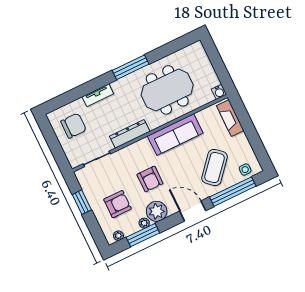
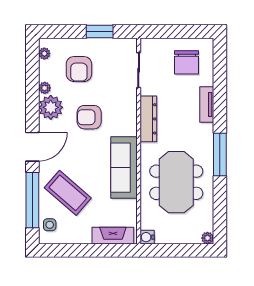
plant: (198, 46) -> (208, 238), added
window: (143, 235) -> (32, 80), removed

